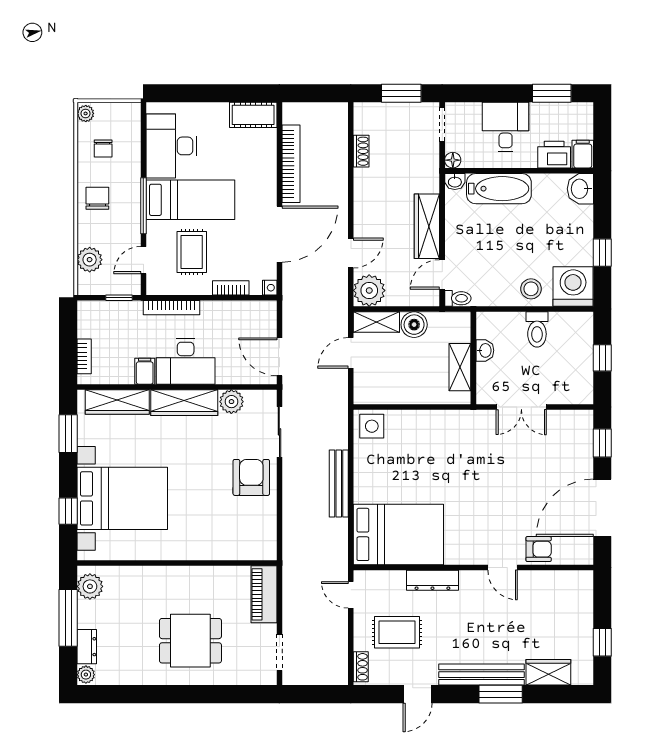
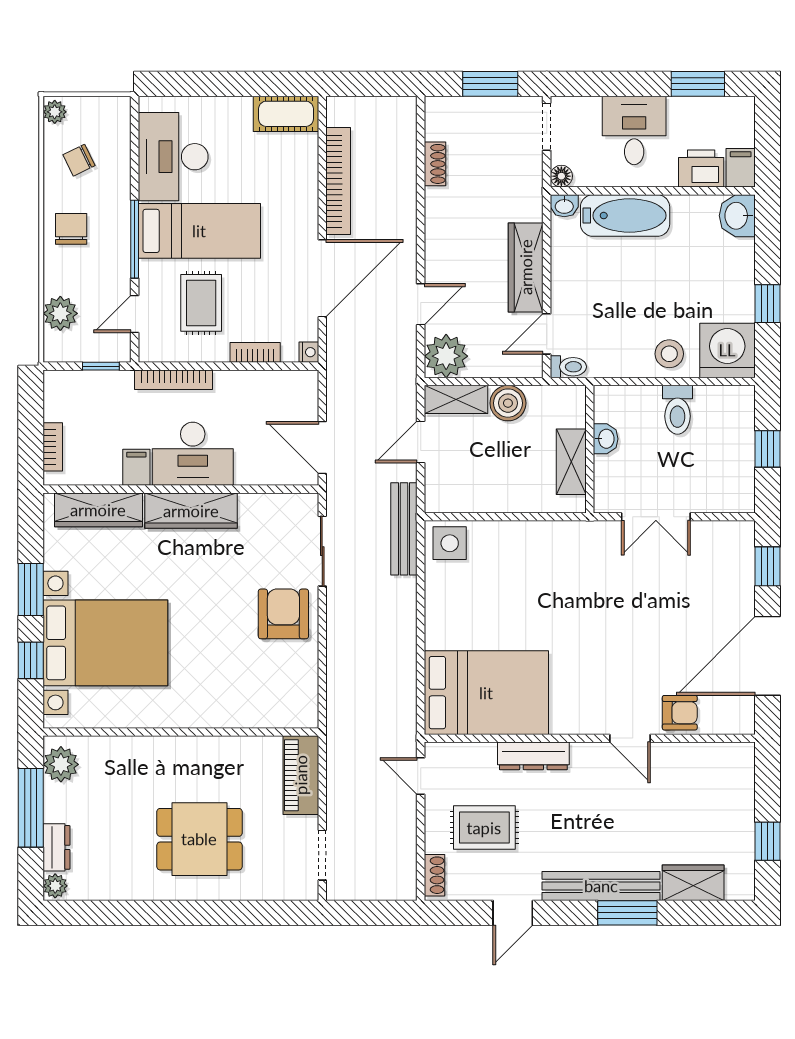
chair: (103, 149) -> (79, 160), turned 64
plant: (231, 402) -> (256, 509), removed
window: (68, 434) -> (31, 590), moved
bench: (339, 483) -> (404, 529), moved

